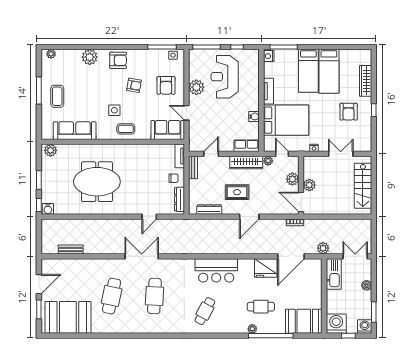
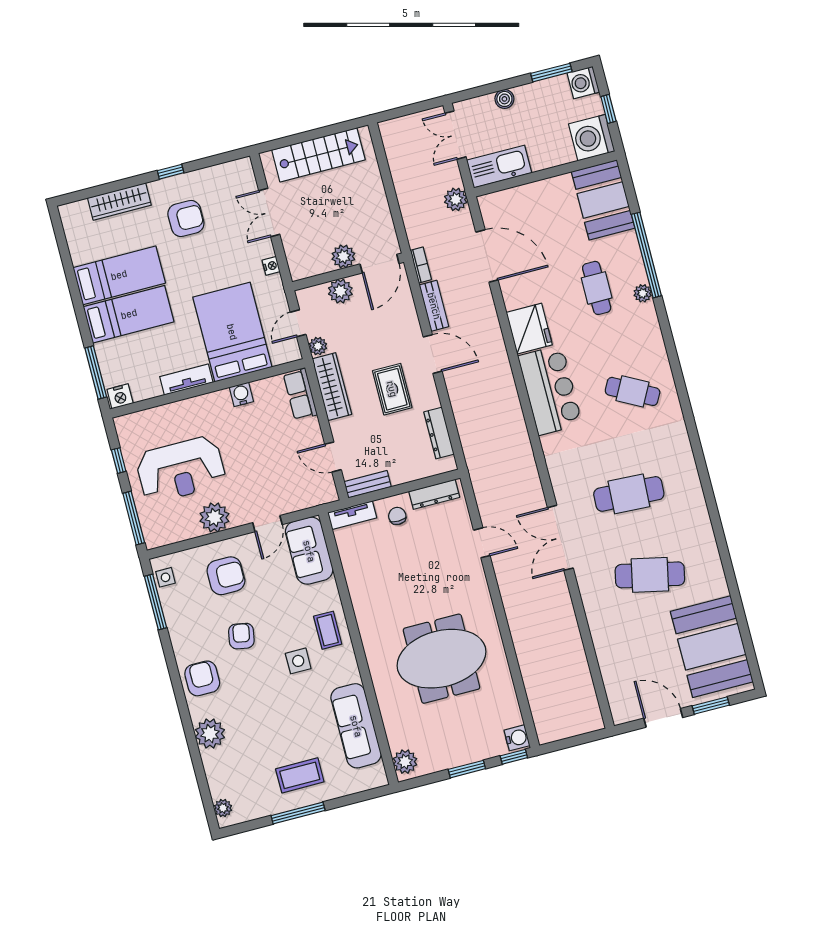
meeting table: (97, 182) -> (441, 659), turned 90
bench: (71, 249) -> (434, 306), moved
fridge: (266, 268) -> (529, 329), moved

